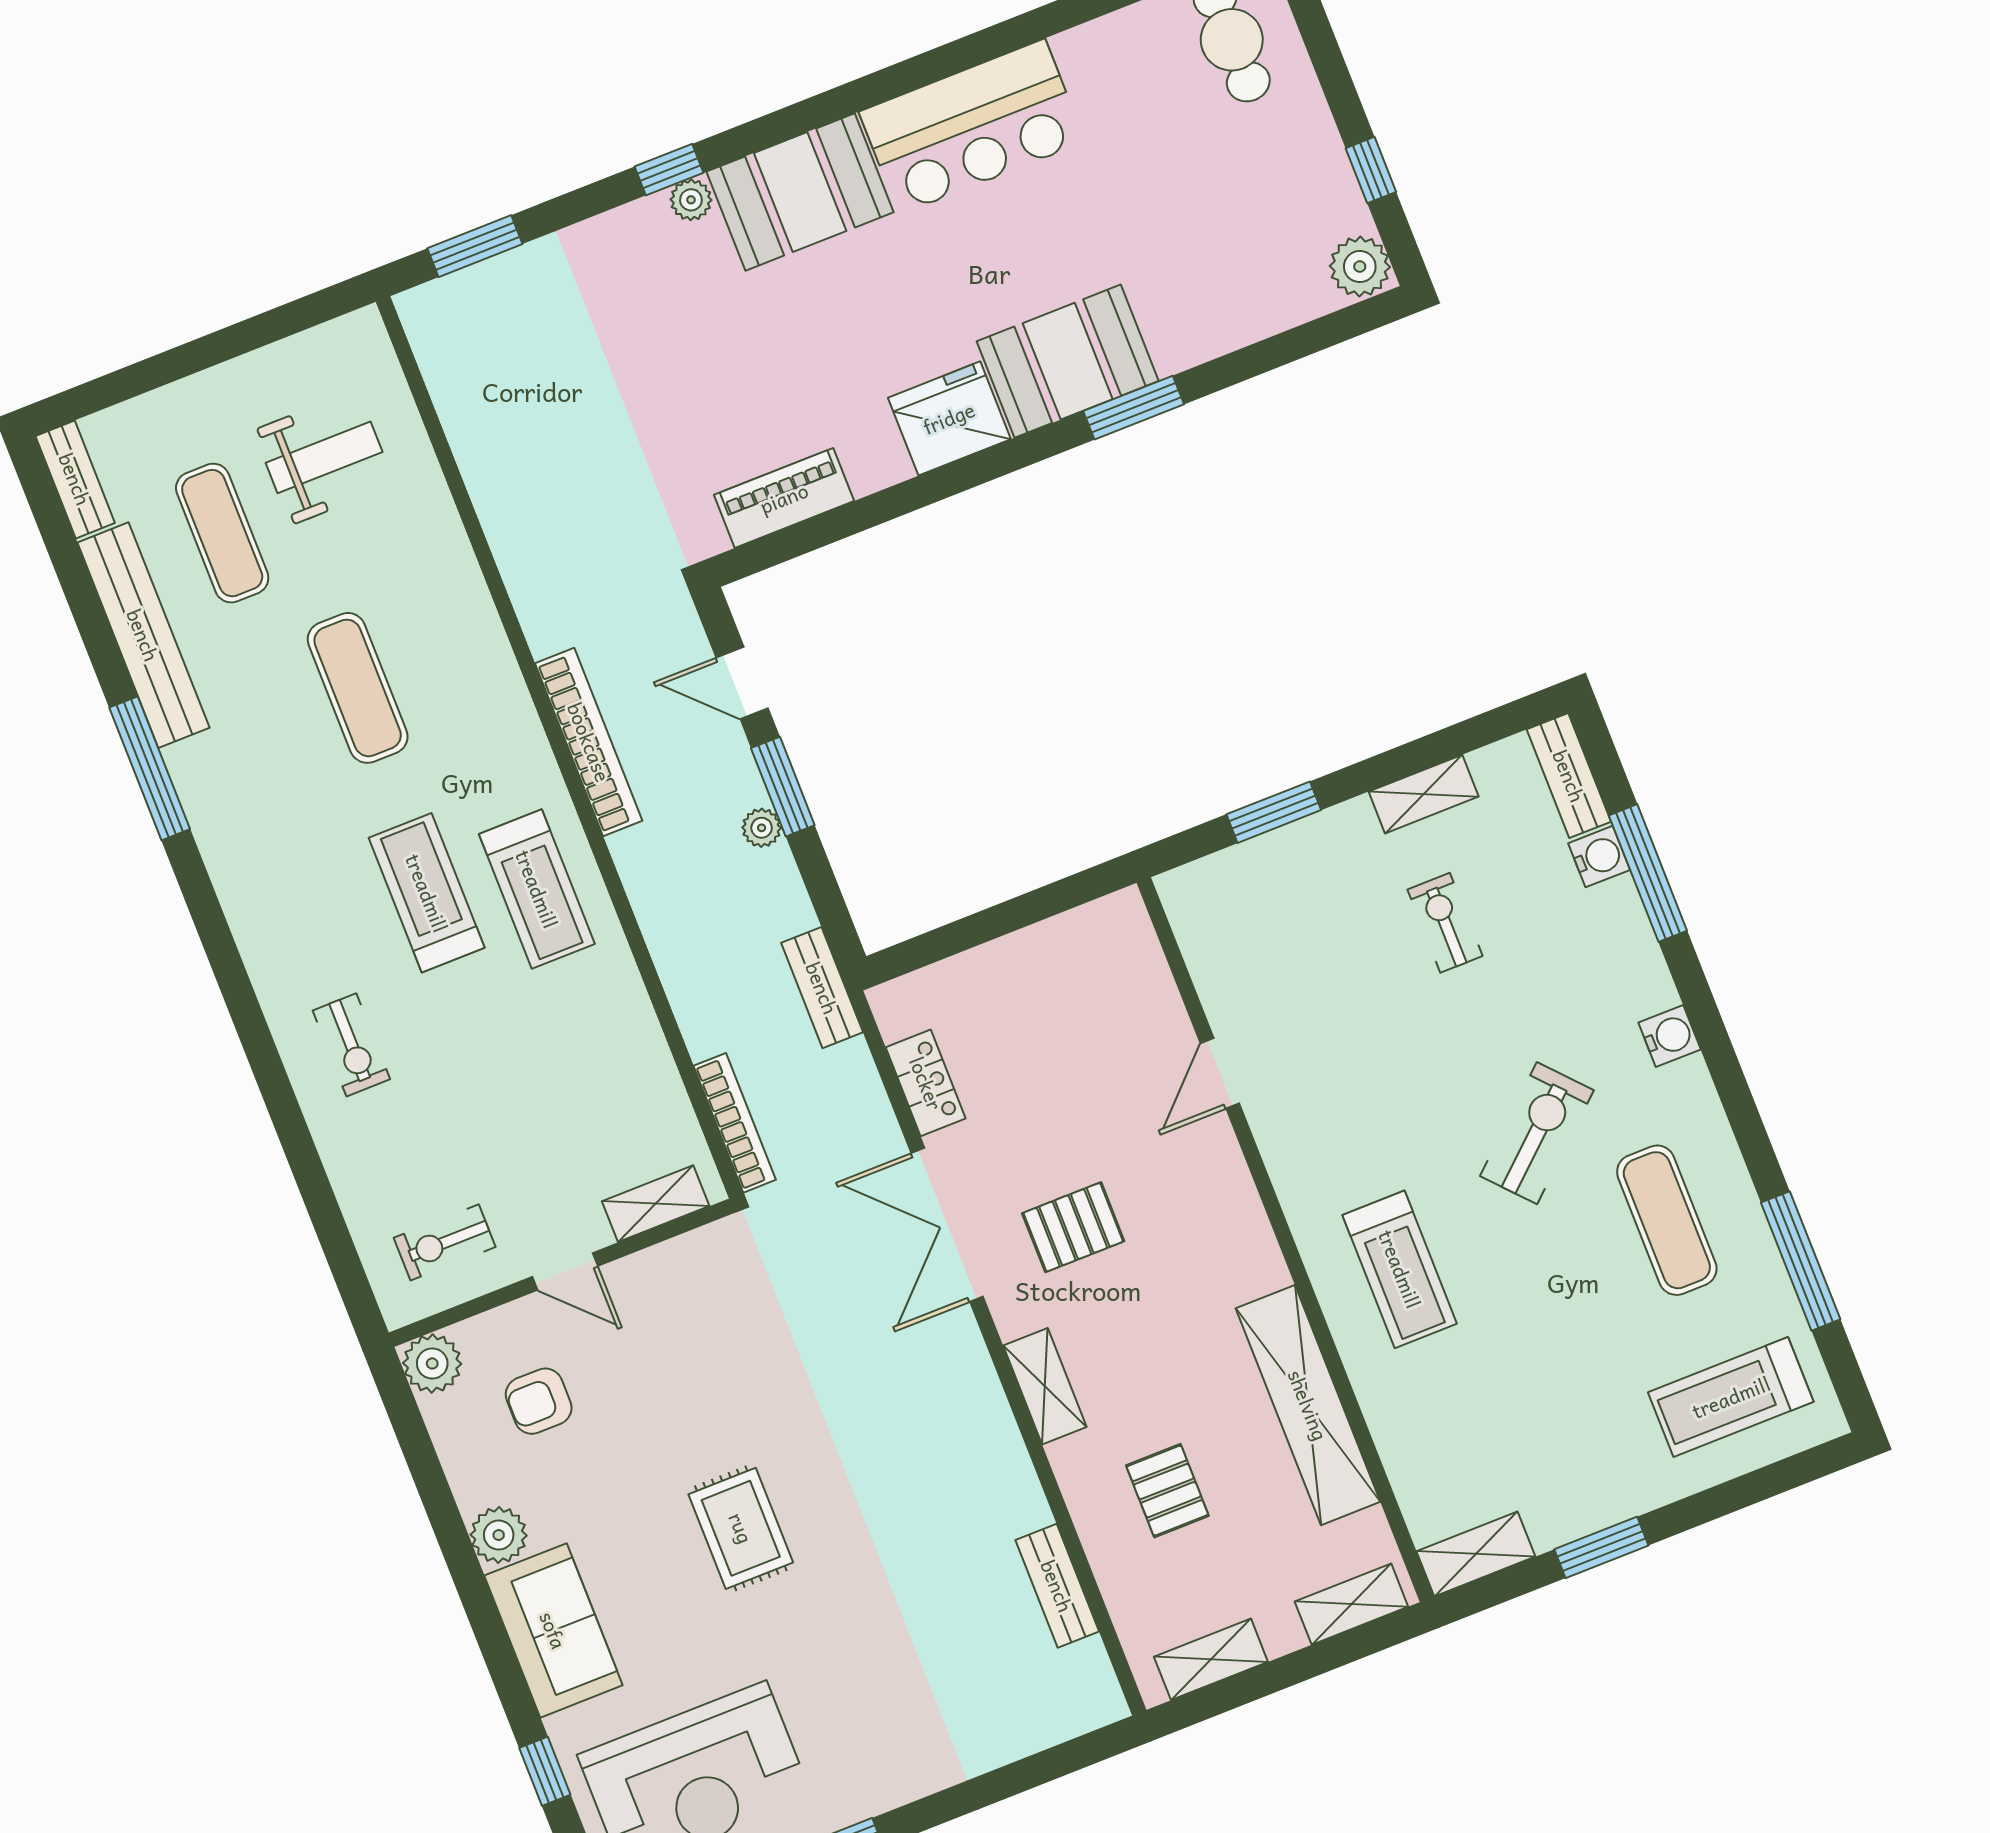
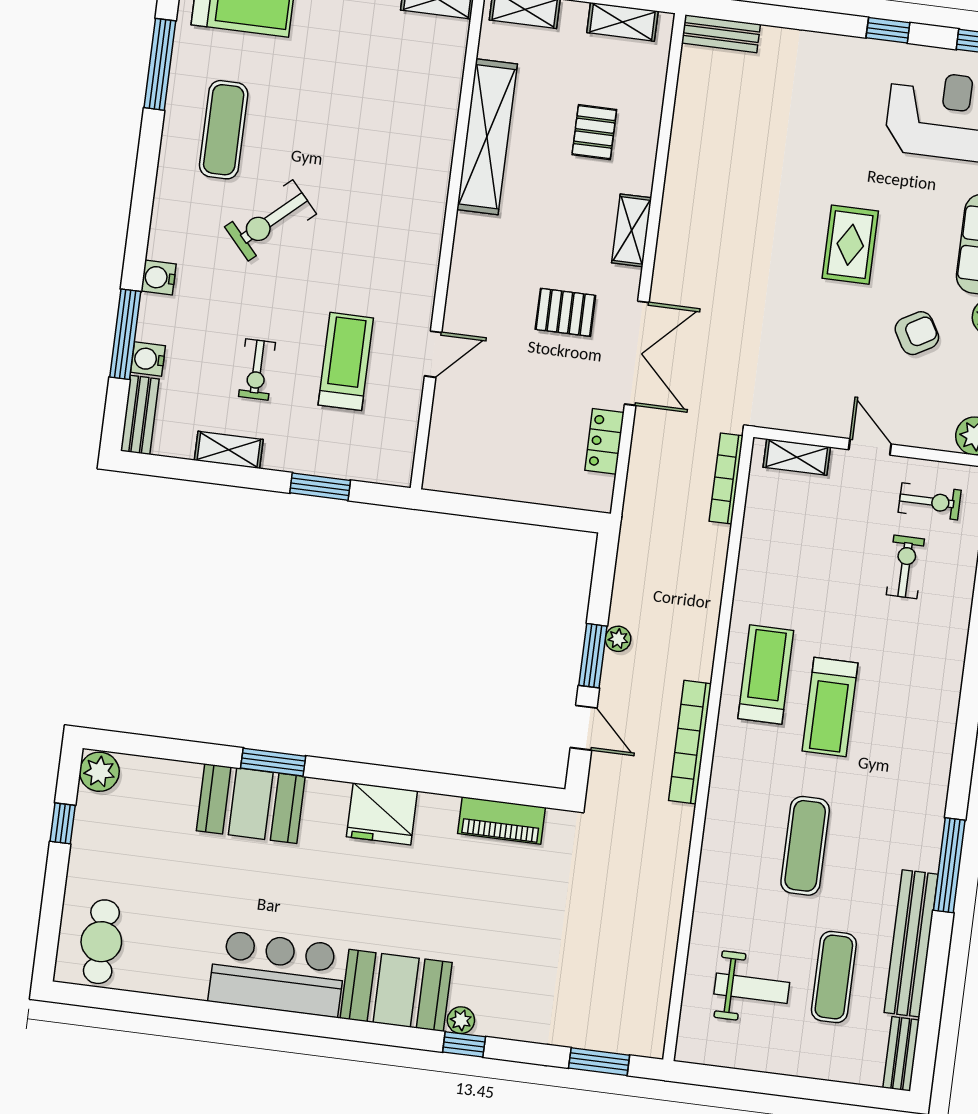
booth: (1068, 361) -> (251, 804), moved
weight bench: (324, 457) -> (752, 988), turned 180
bench: (822, 988) -> (634, 528), removed
water cooler: (1670, 1036) -> (159, 278), moved
exercise bike: (351, 1045) -> (905, 567), moved
treadmill: (1400, 1269) -> (346, 361), moved
armchair: (539, 1401) -> (917, 333), moved, turned -30
bench: (1057, 1586) -> (721, 34), moved, turned 90

